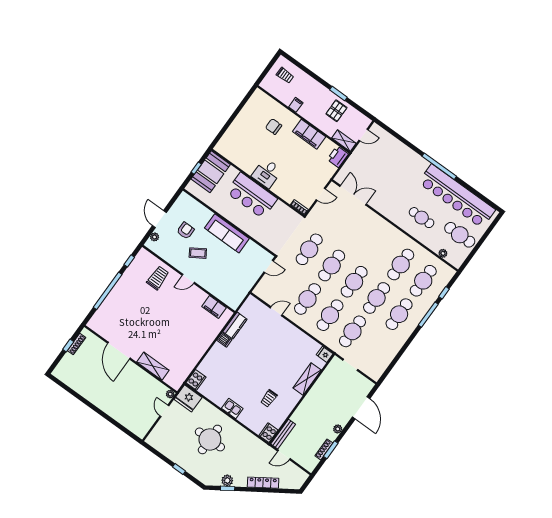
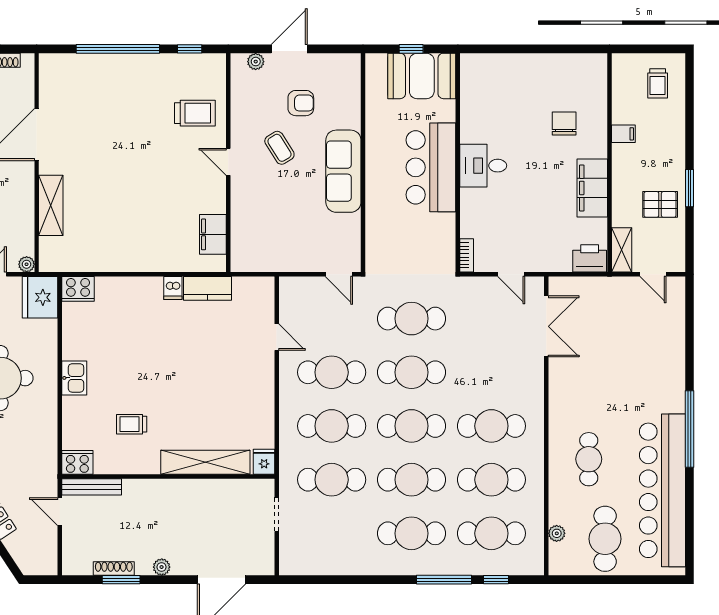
cafe table: (378, 248) -> (491, 426), added
shelving: (307, 379) -> (205, 462), width x1.47

